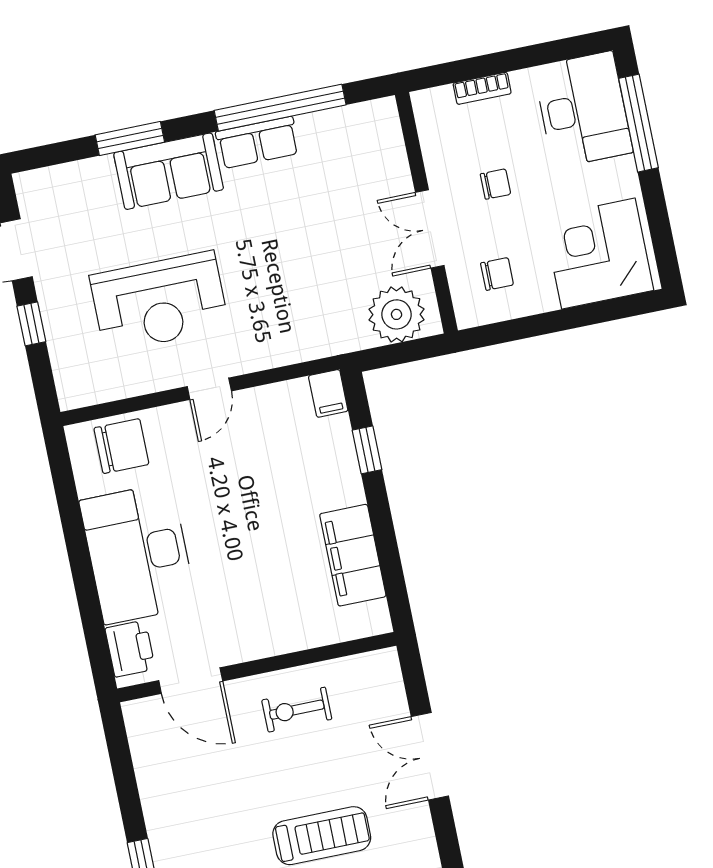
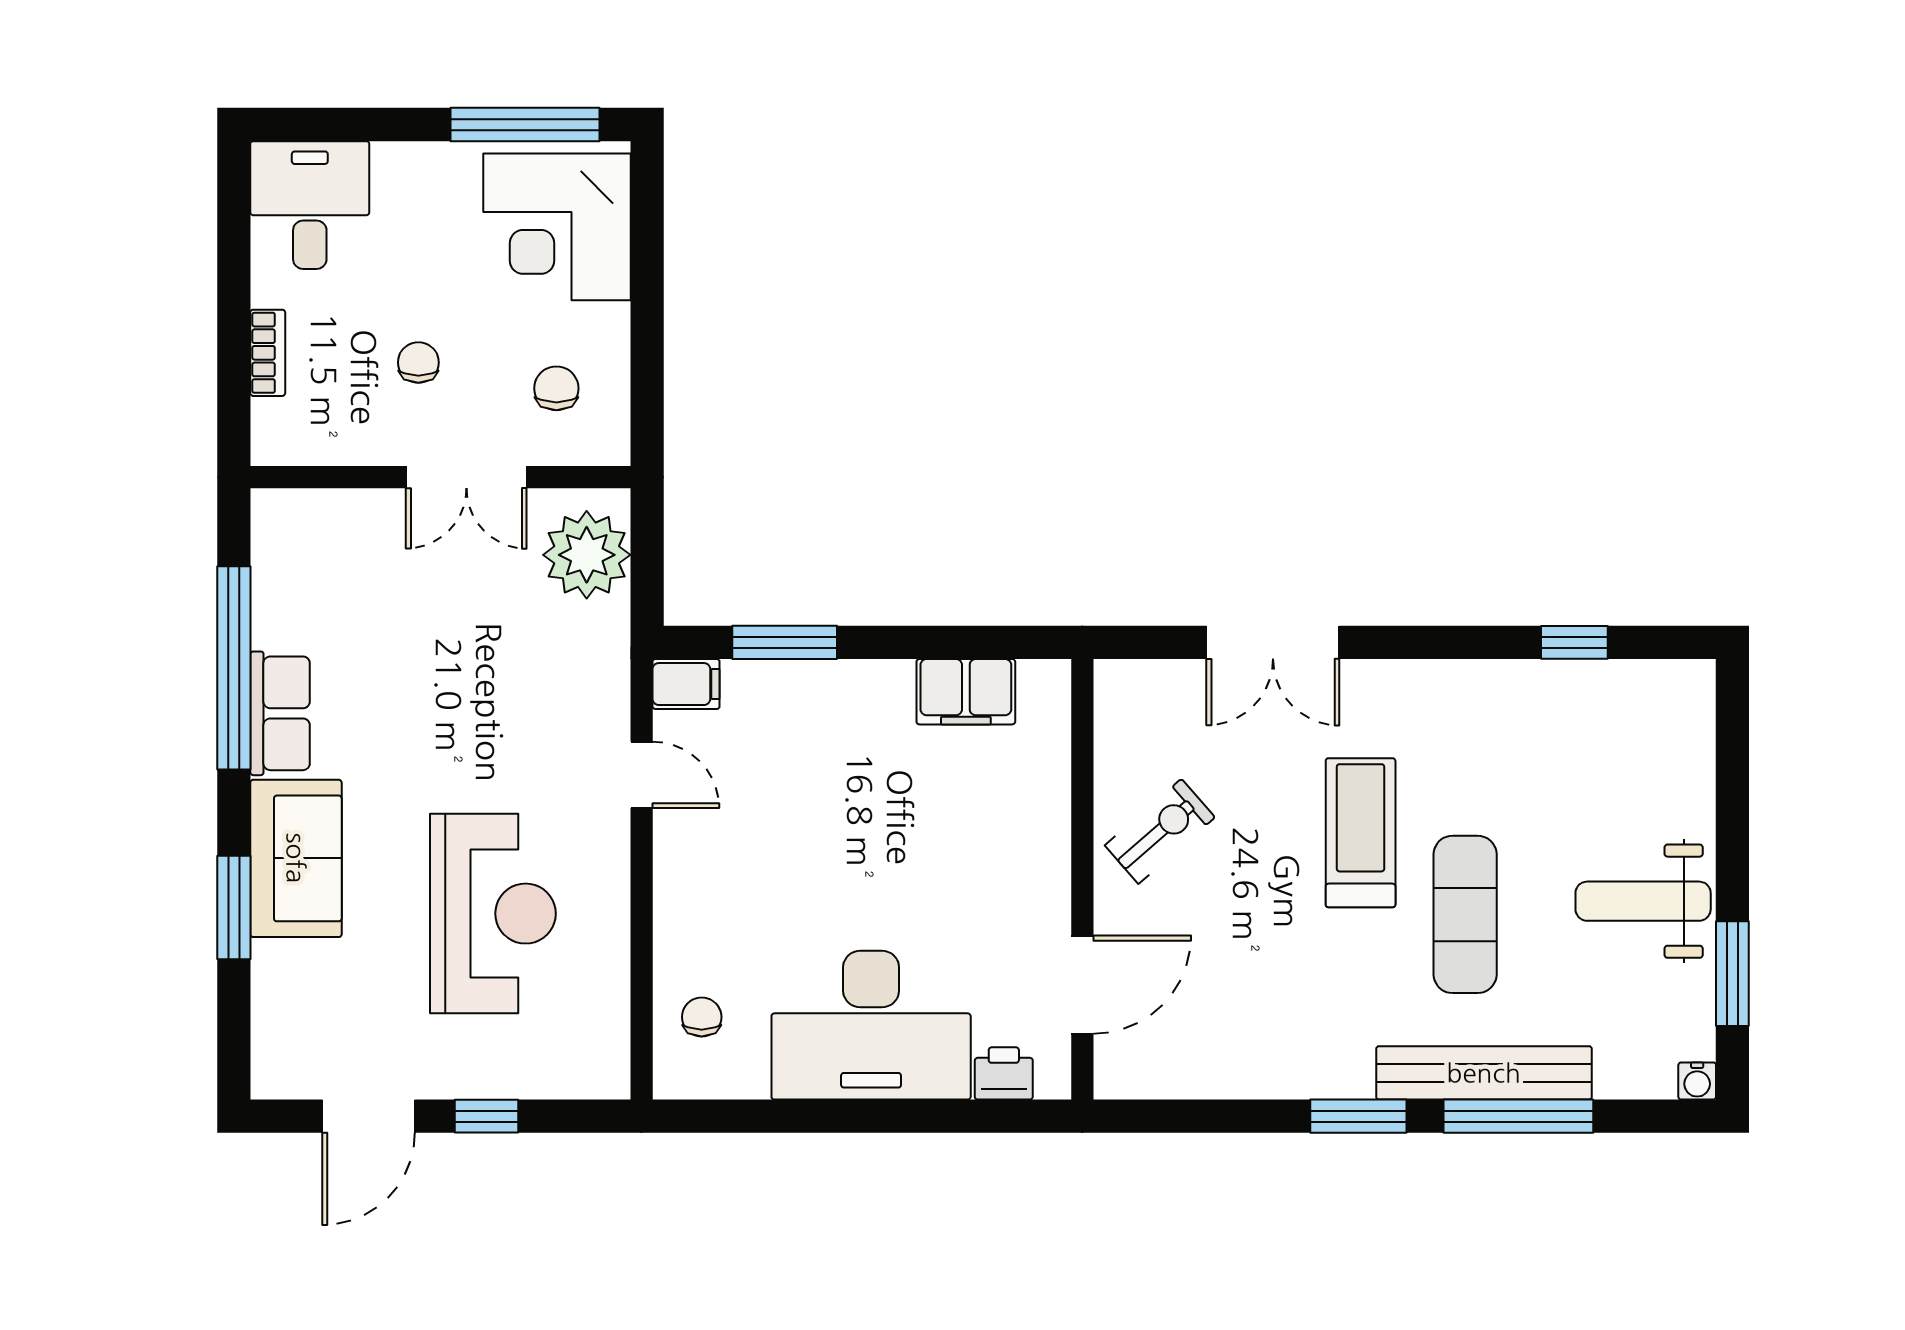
desk: (583, 110) -> (310, 205), width x0.73
window: (638, 123) -> (525, 125), moved
door: (209, 389) -> (642, 775), moved
chair: (121, 446) -> (702, 1017), width x0.54, depth x0.54
window: (367, 450) -> (785, 642), width x1.50
filing cabinet: (353, 555) -> (966, 692), width x0.67, depth x0.86
printer: (130, 649) -> (1004, 1073), width x0.73, depth x0.81
exercise bike: (297, 710) -> (1160, 831), turned -131

